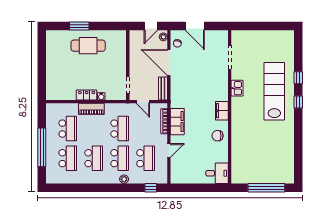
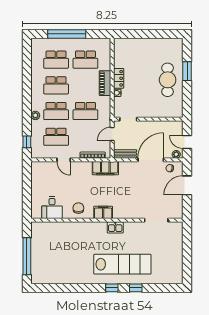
kitchen sink: (237, 88) -> (115, 227), moved
filing cabinet: (177, 122) -> (105, 168), moved
desk: (217, 173) -> (52, 208), moved

